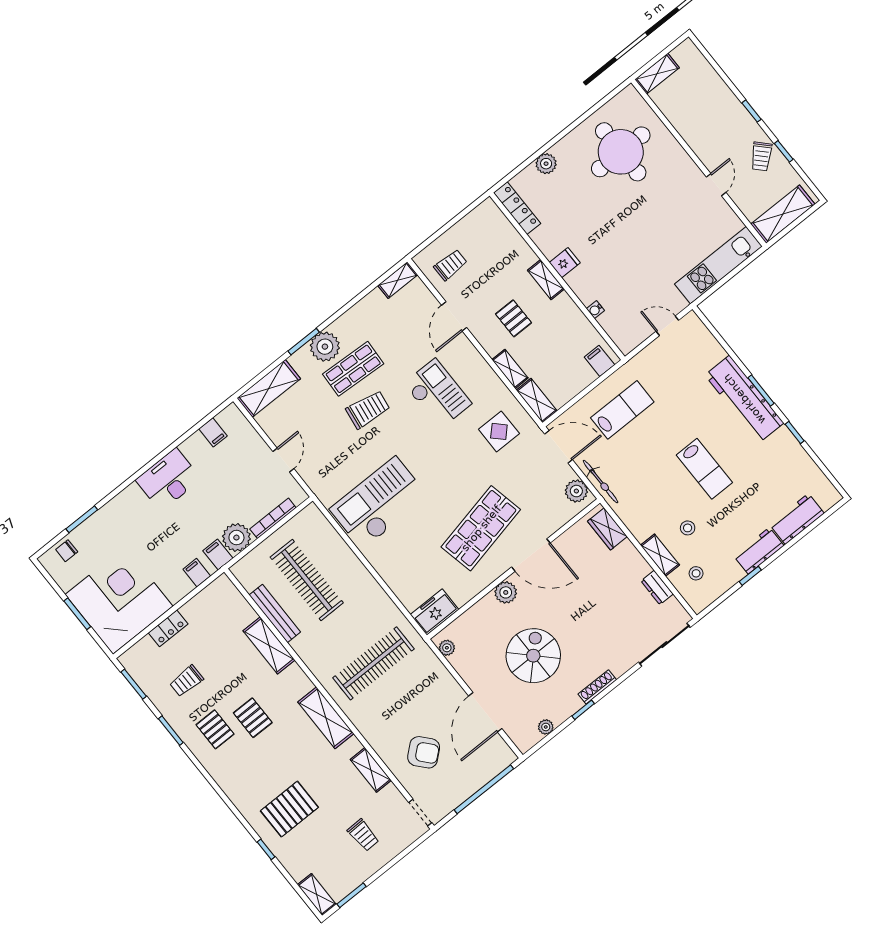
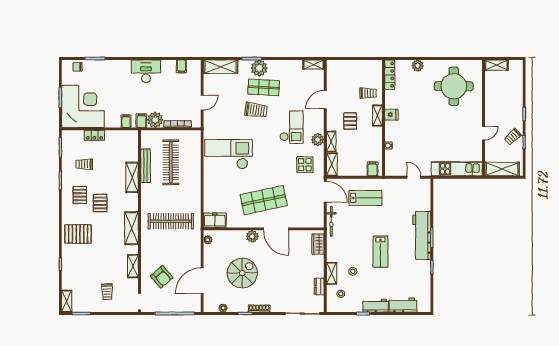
trolley: (450, 265) -> (368, 93), moved
plant: (576, 491) -> (318, 140), moved
pallet: (289, 809) -> (78, 234), moved

